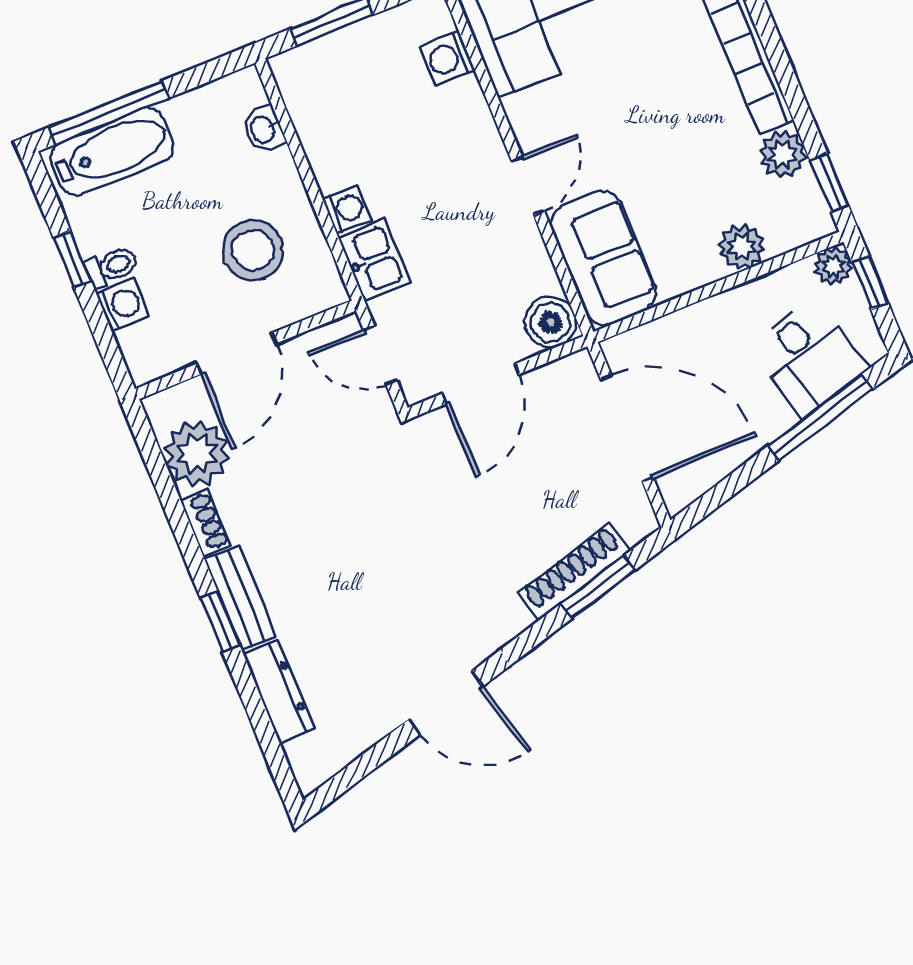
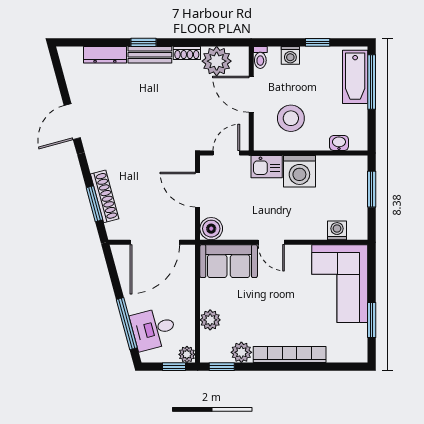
washing machine: (347, 209) -> (299, 171), width x1.89, depth x1.89
toilet: (112, 267) -> (260, 57), moved

